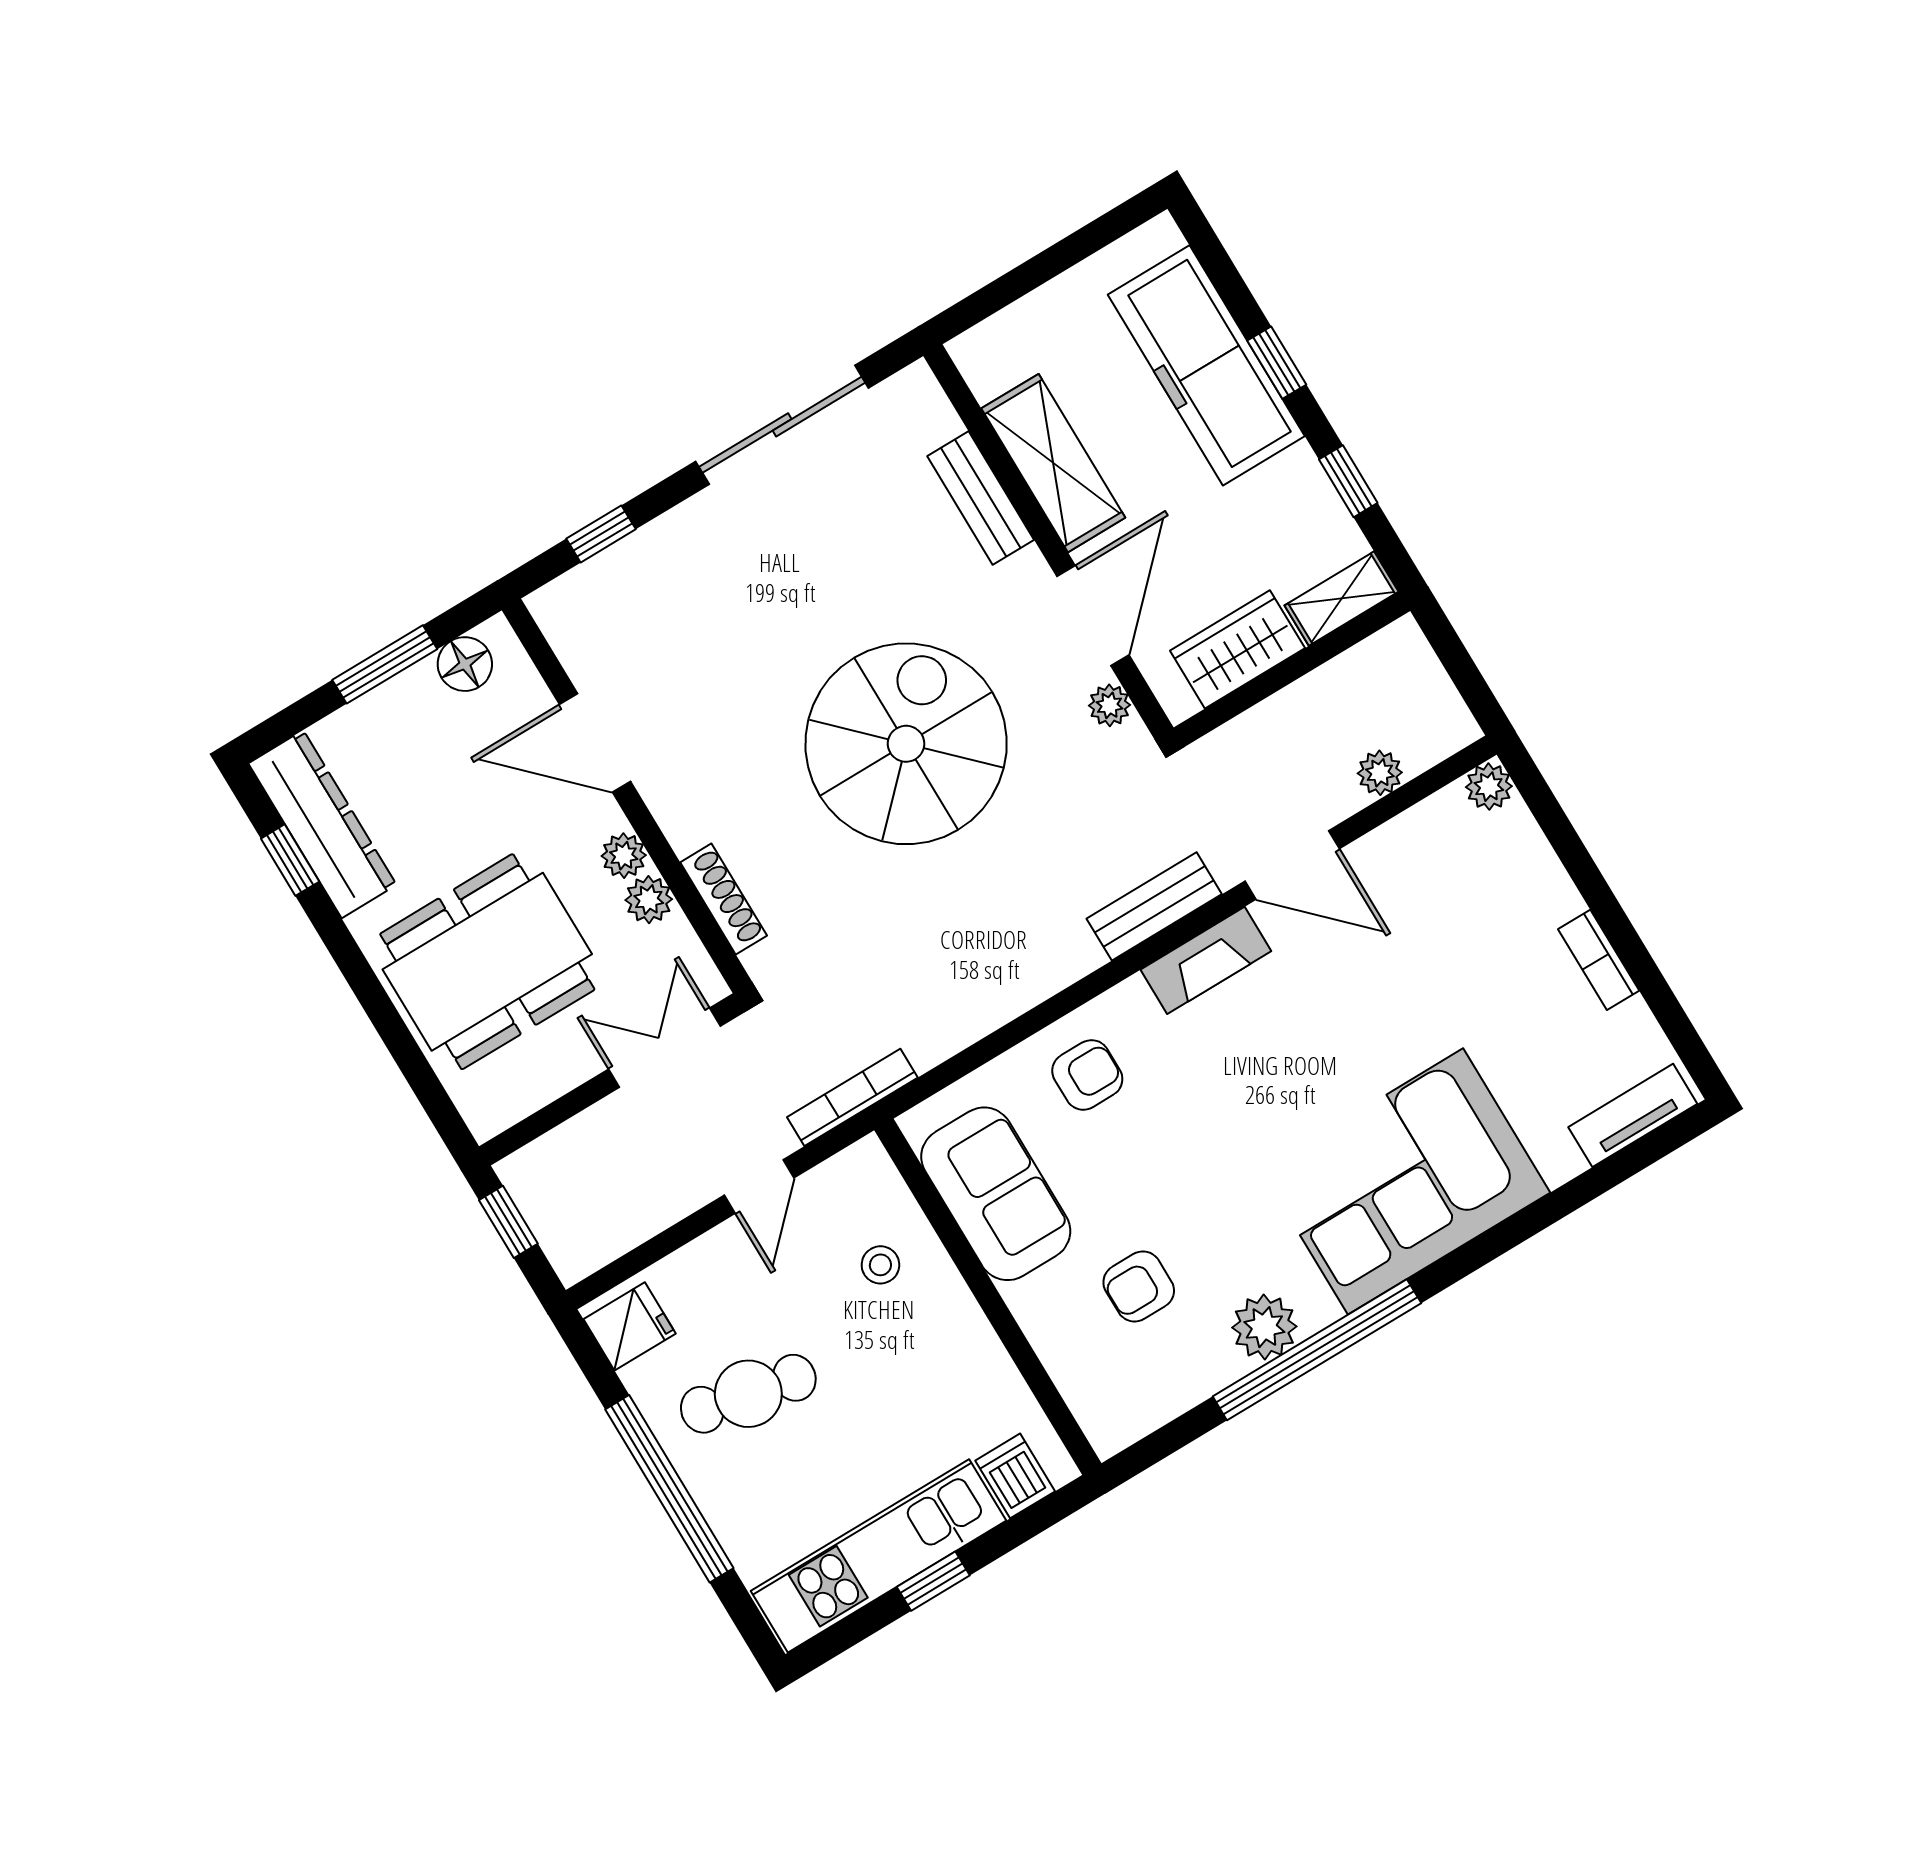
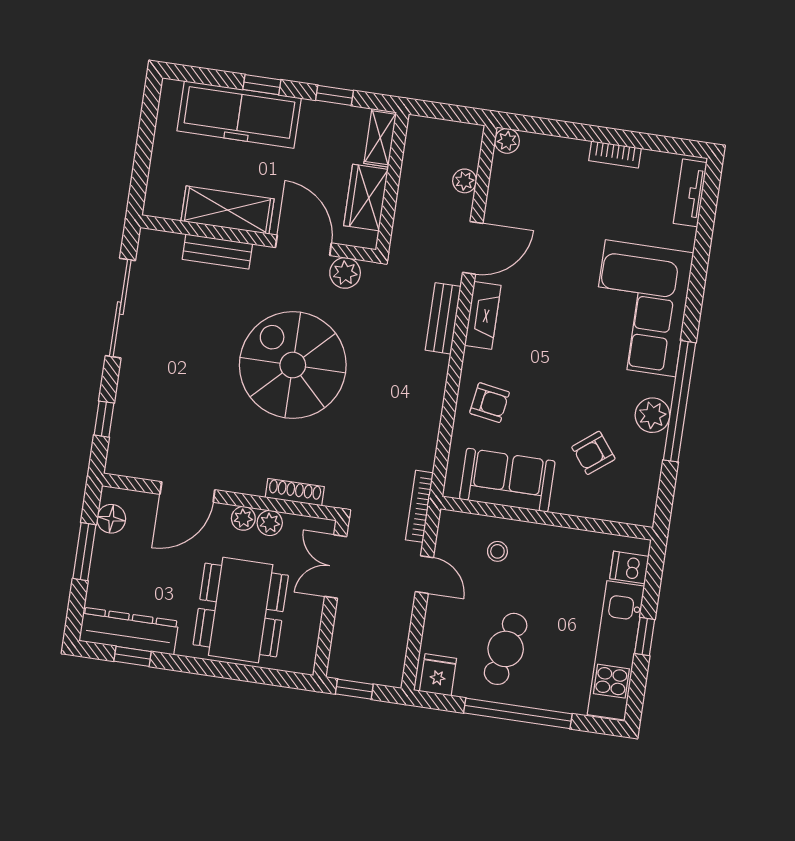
plant: (1110, 705) -> (345, 273), width x1.38, depth x1.38
armchair: (1087, 1075) -> (490, 403), turned 99
armchair: (1139, 1286) -> (593, 453), turned 52

